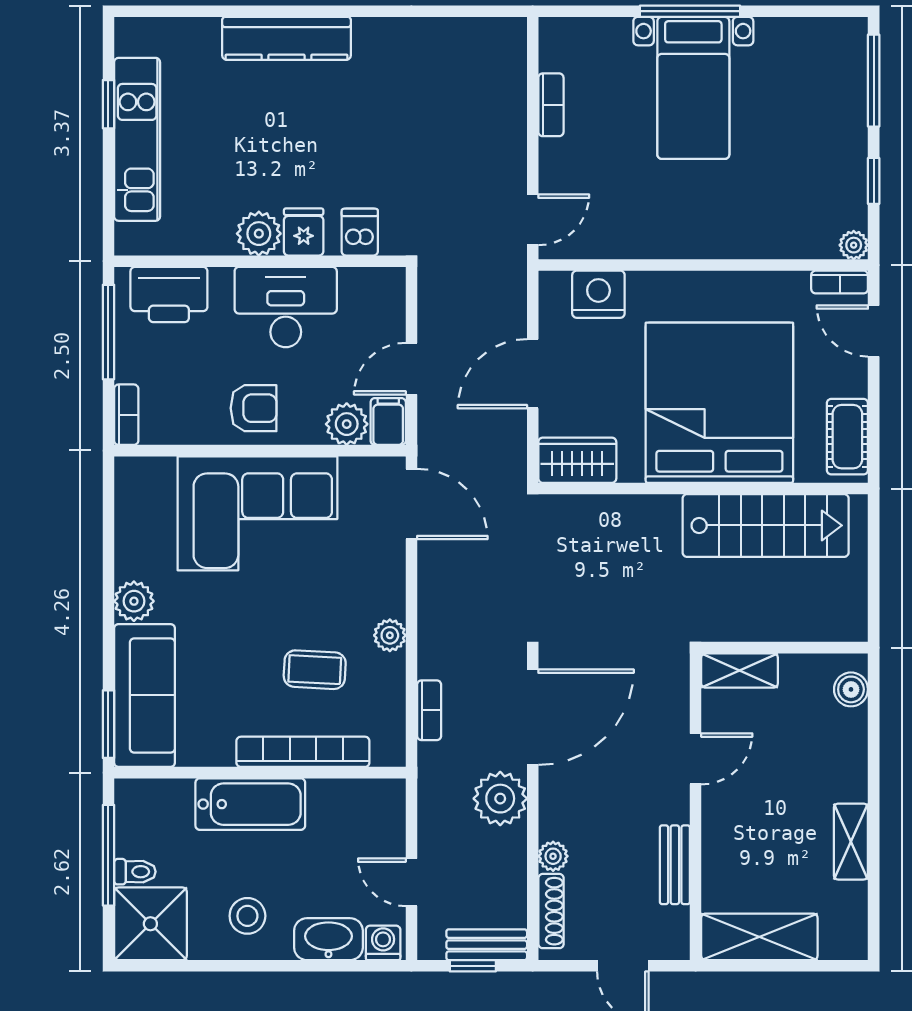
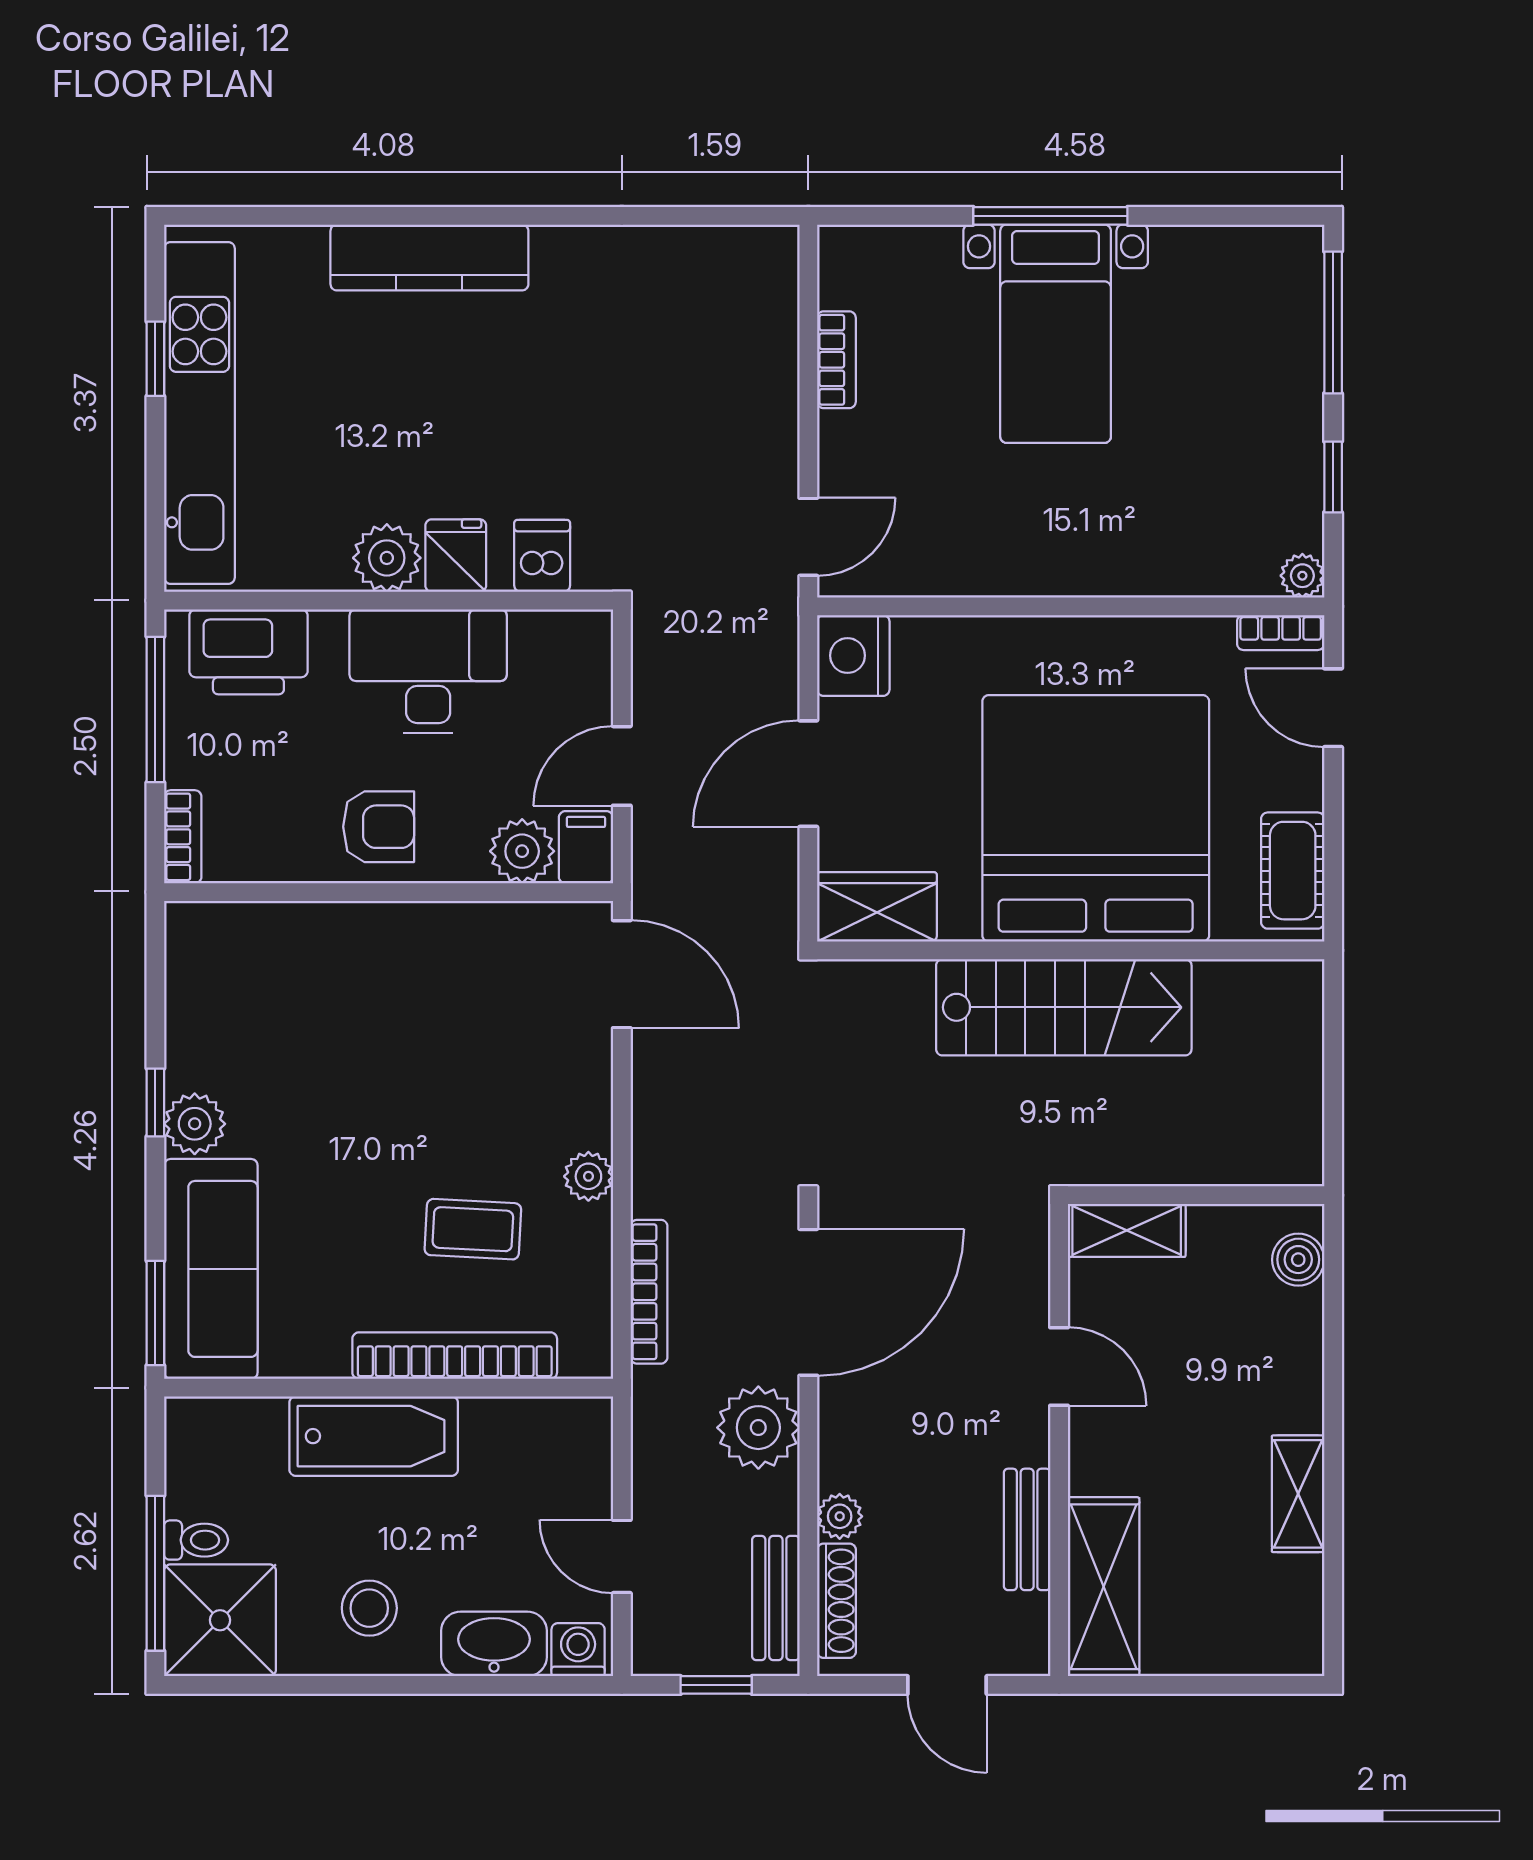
kitchen unit: (137, 139) -> (199, 413), width x1.36
nightstand: (598, 294) -> (853, 656), moved, turned -90
corner sofa: (257, 513) -> (385, 989), removed
stairs: (766, 525) -> (1064, 1007), moved
window: (108, 587) -> (155, 1102), added
bookcase: (429, 710) -> (649, 1292), width x1.56
door: (696, 759) -> (1059, 1367), hinge flipped
window: (108, 855) -> (155, 1573), moved
shelving: (759, 937) -> (1104, 1587), moved, turned 90
bench: (487, 945) -> (776, 1598), moved, turned 90

